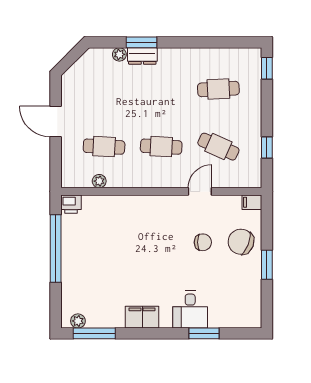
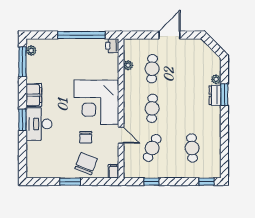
corner desk: (152, 227) -> (96, 102), added
desk: (190, 310) -> (39, 124), width x1.37
window: (204, 333) -> (22, 120), moved

